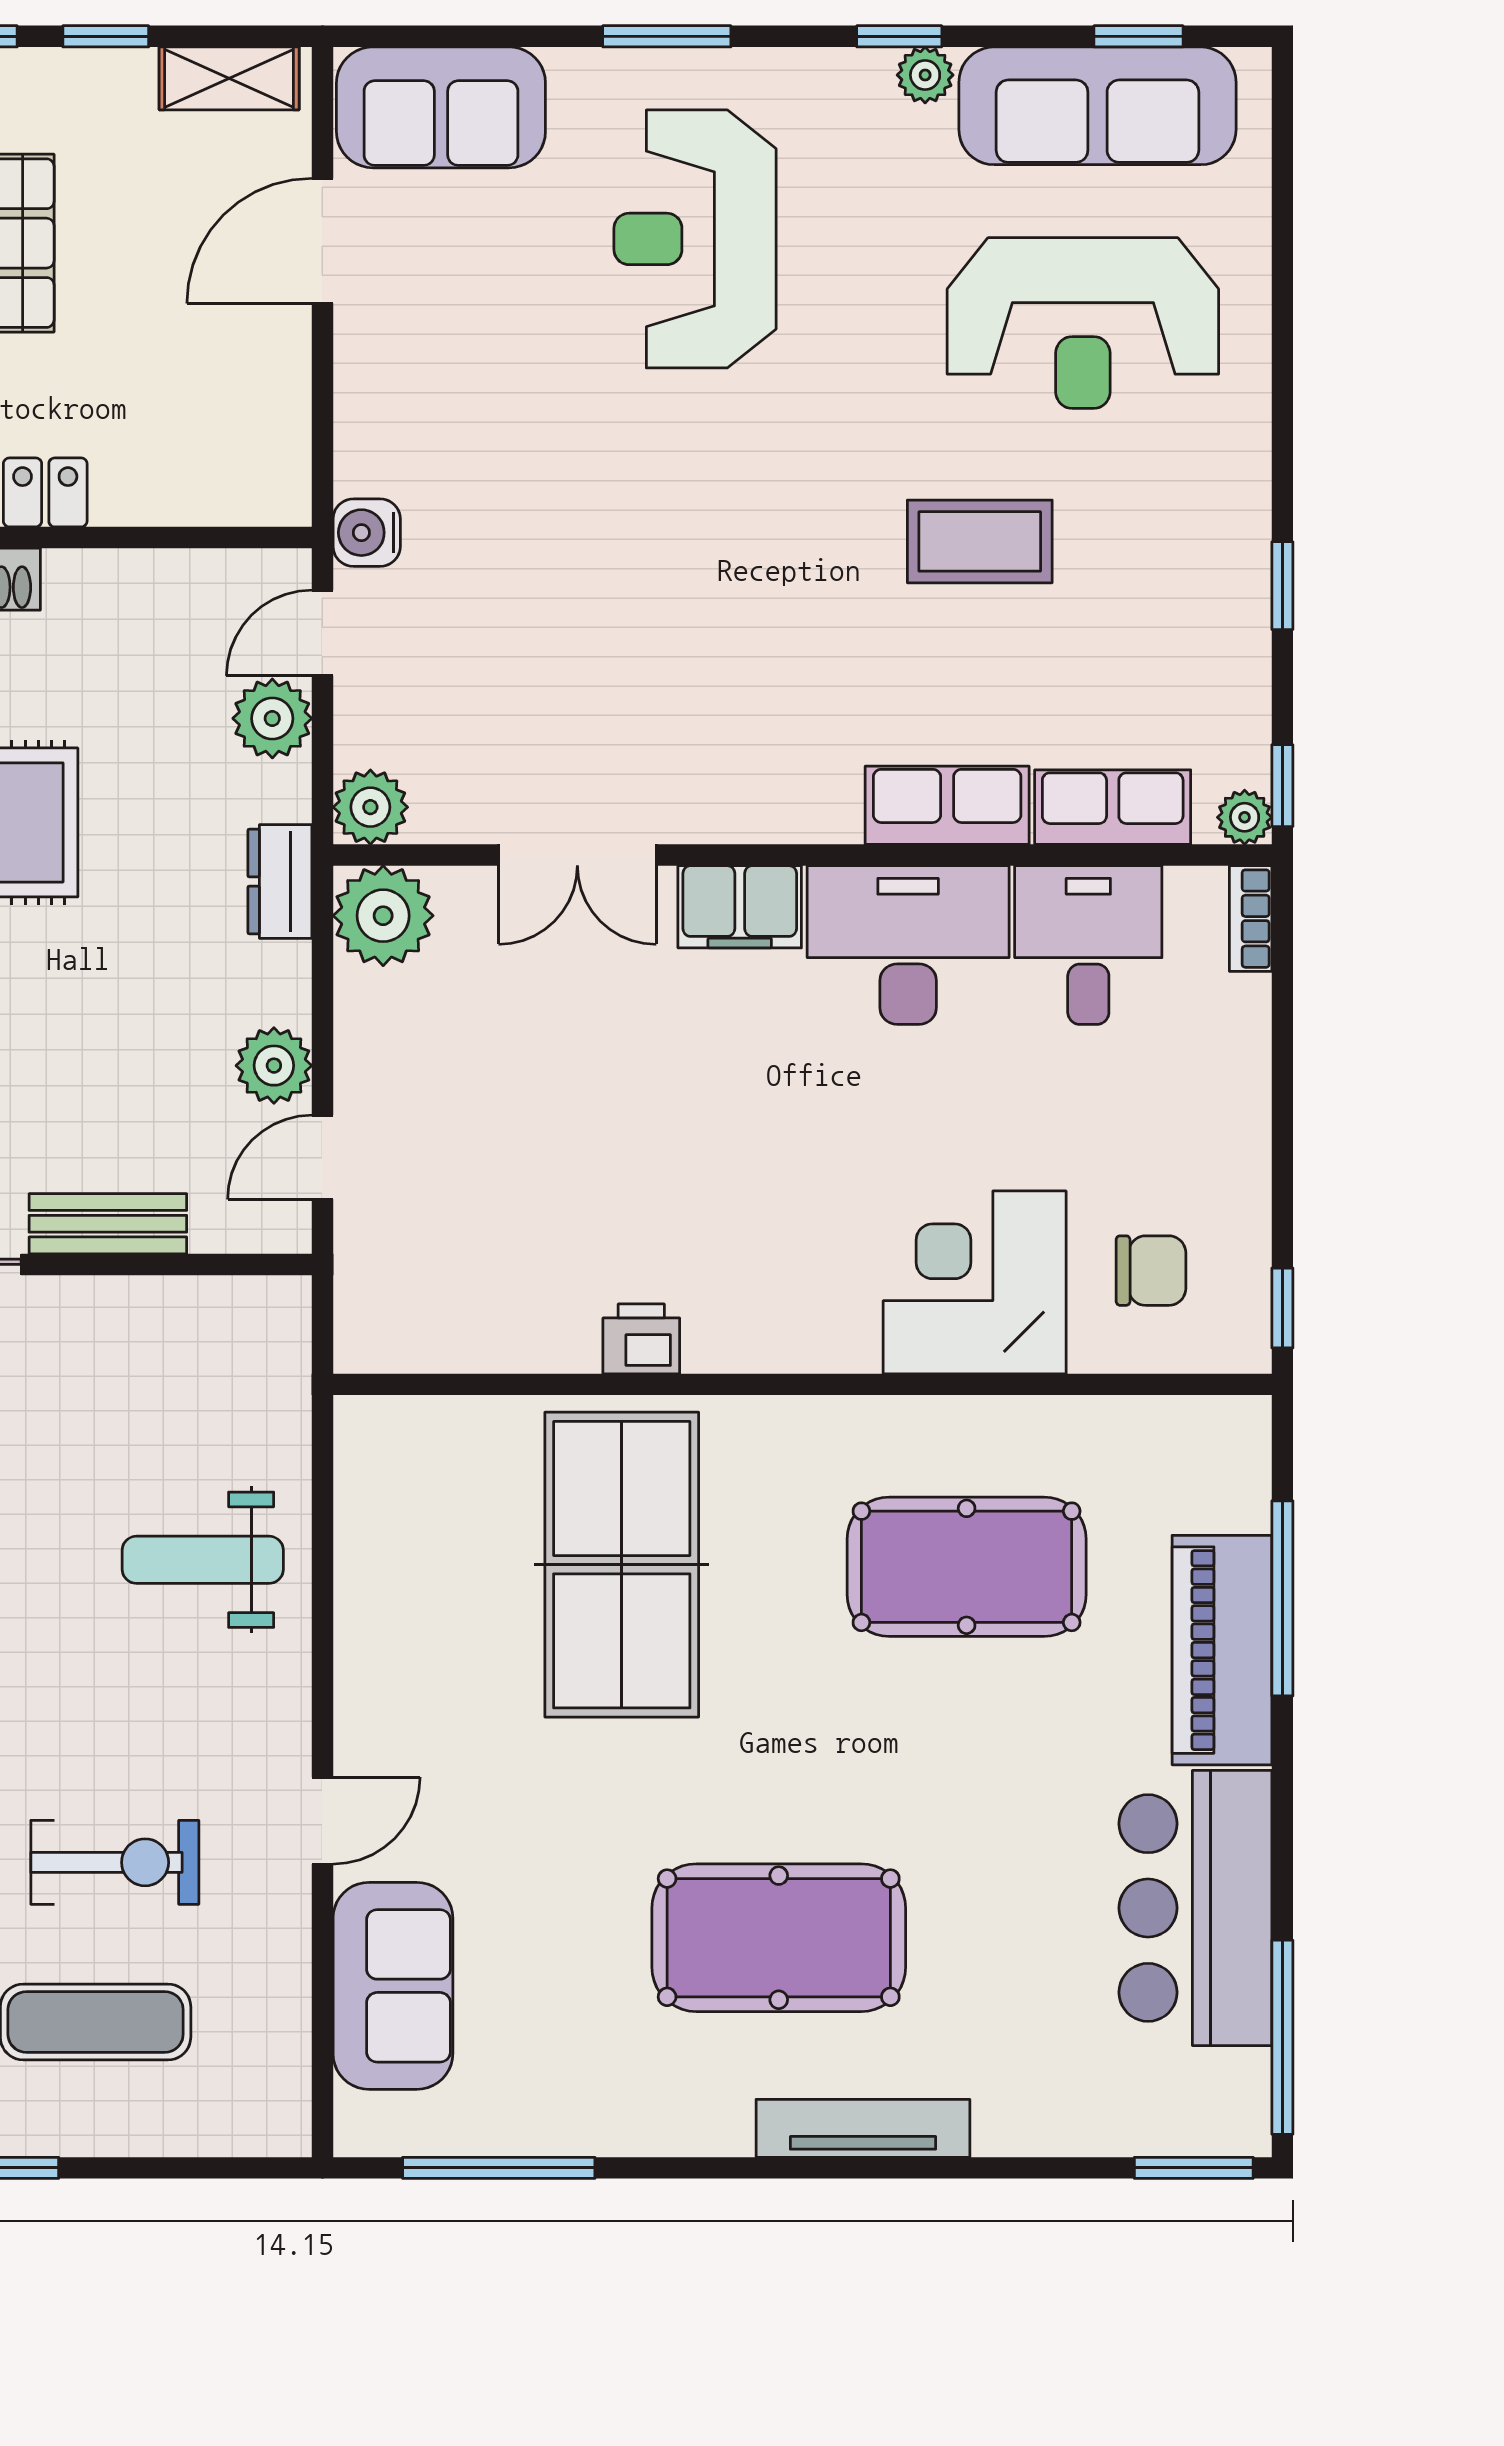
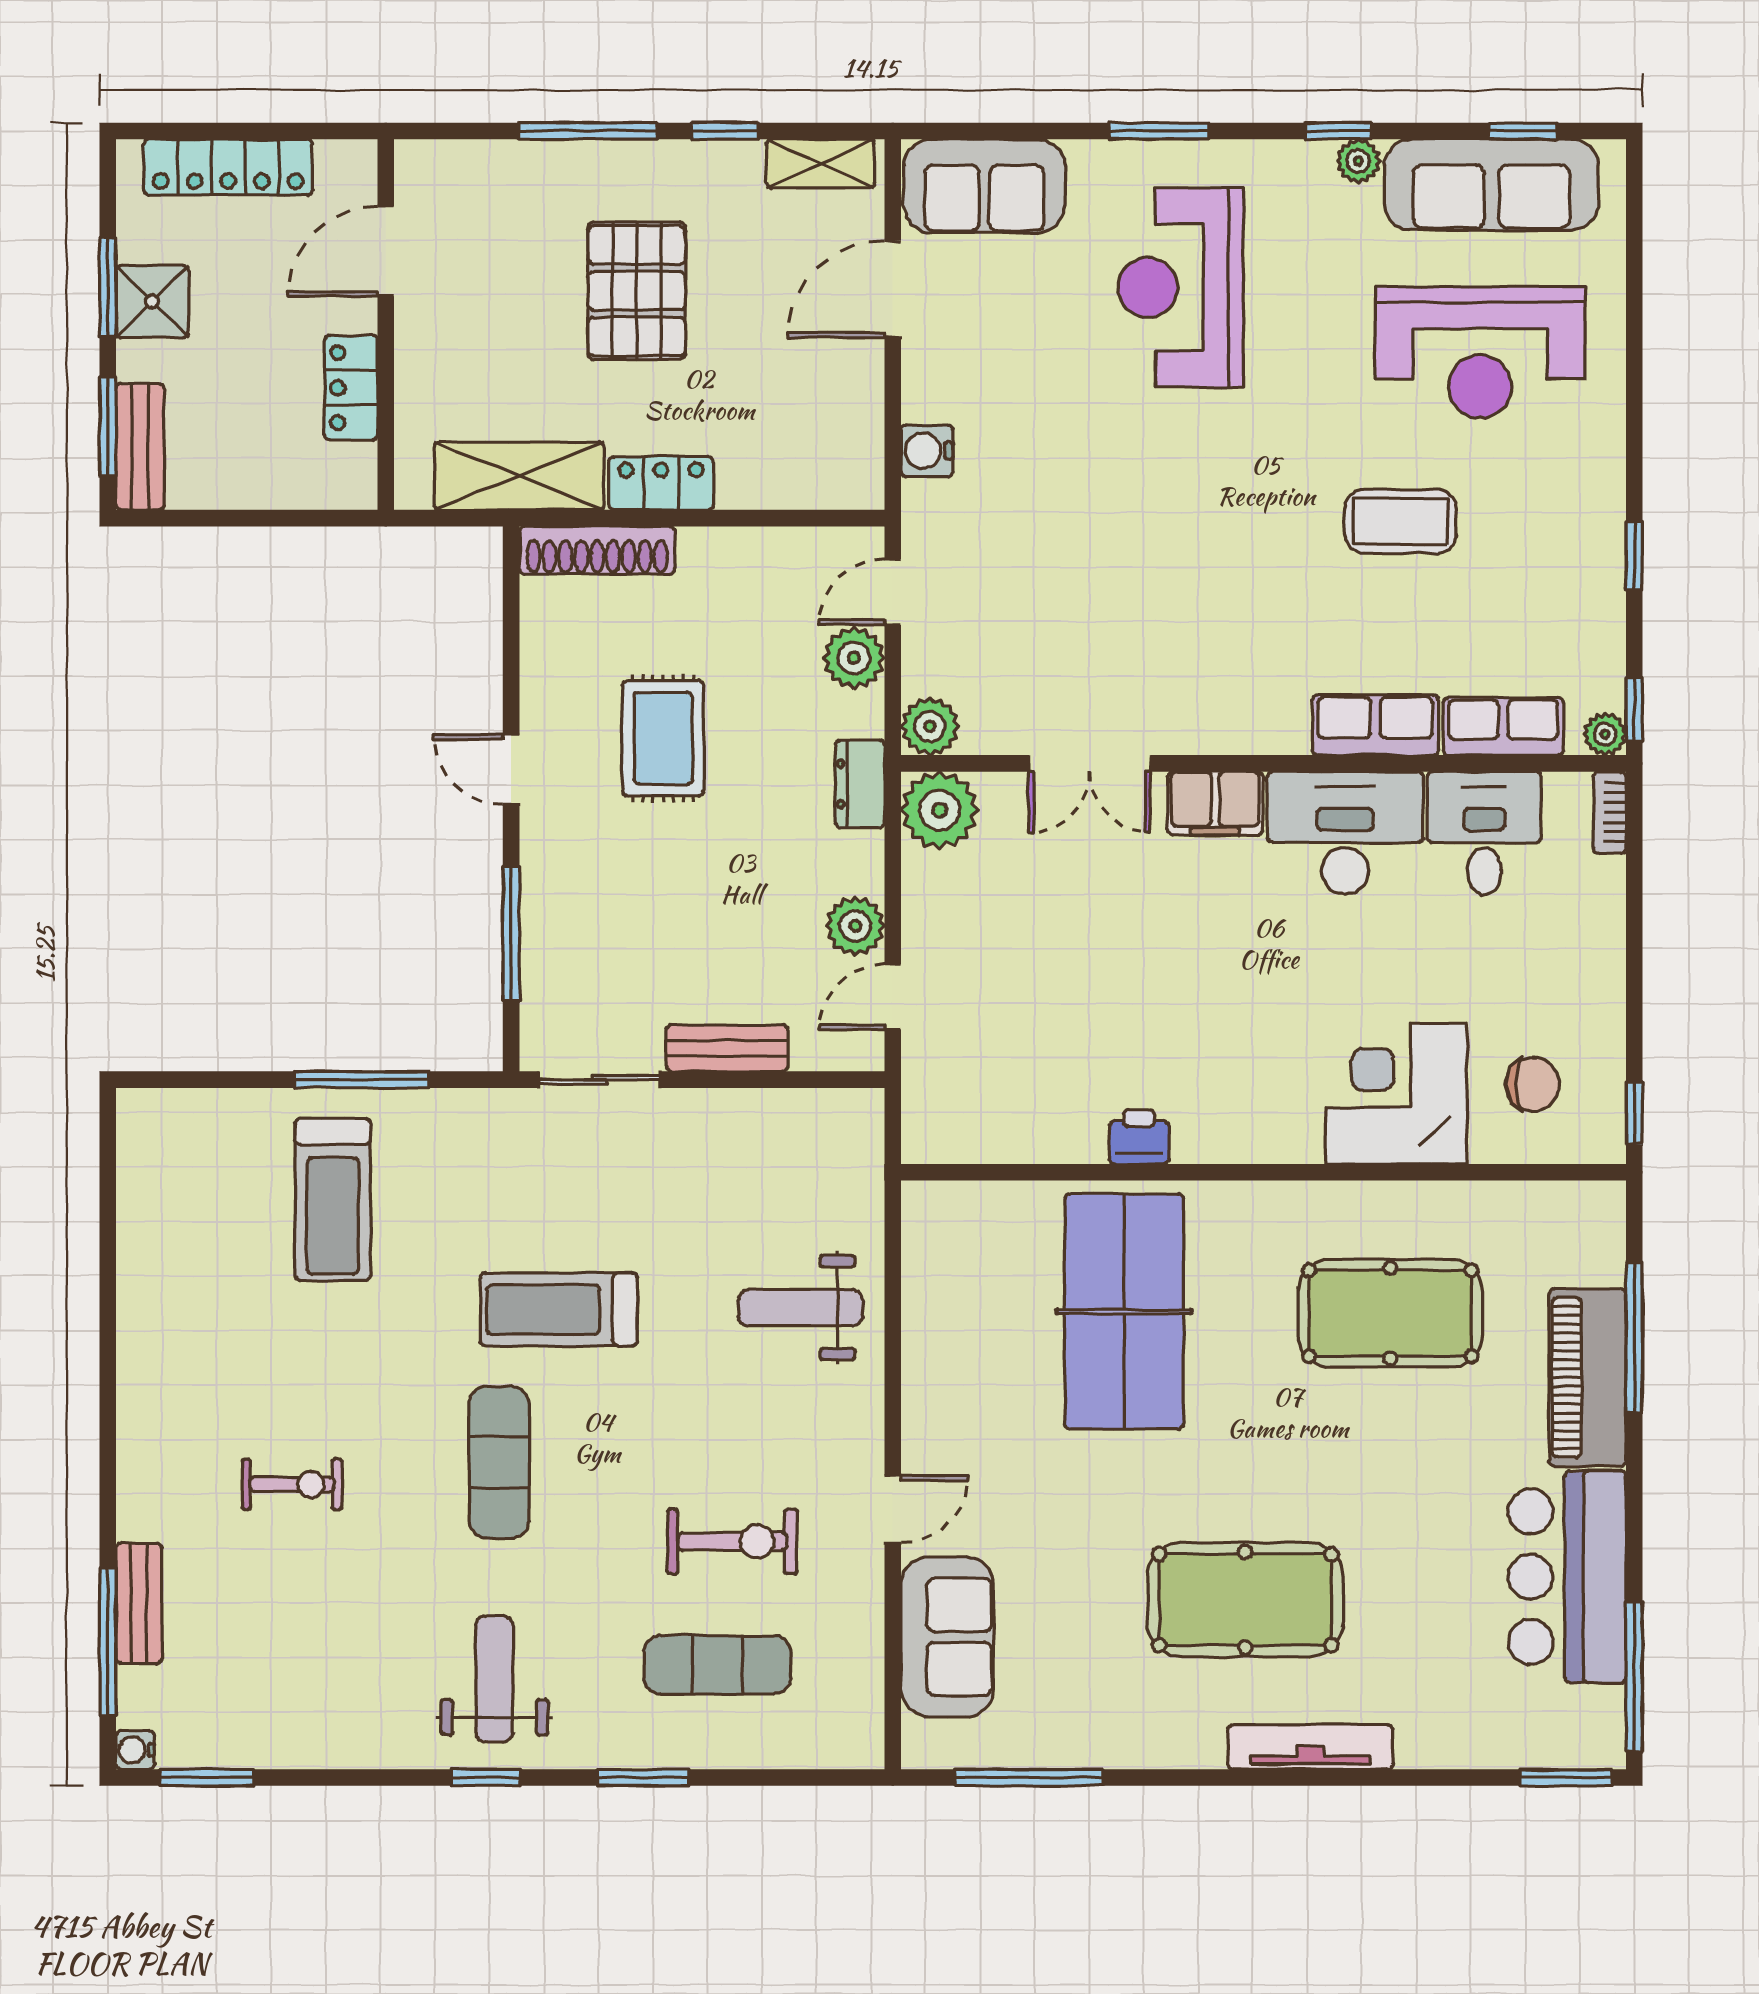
water cooler: (367, 533) -> (927, 451), moved

